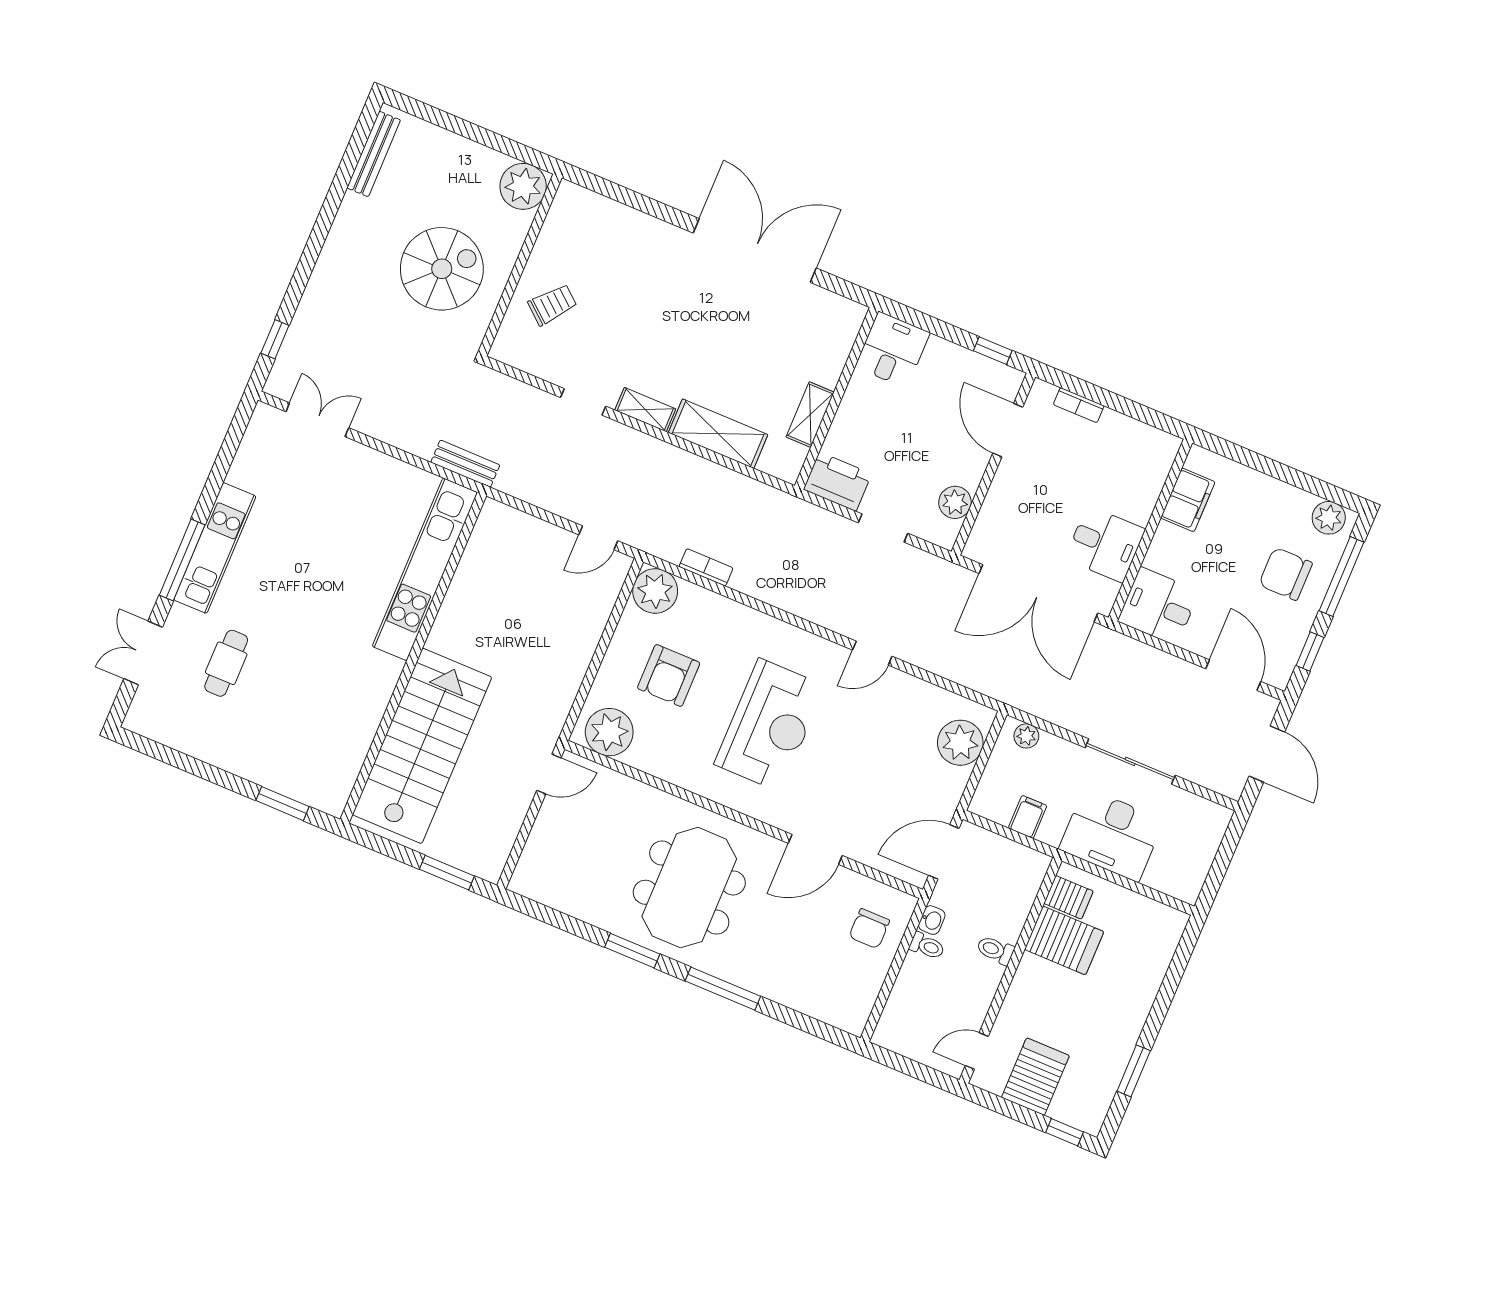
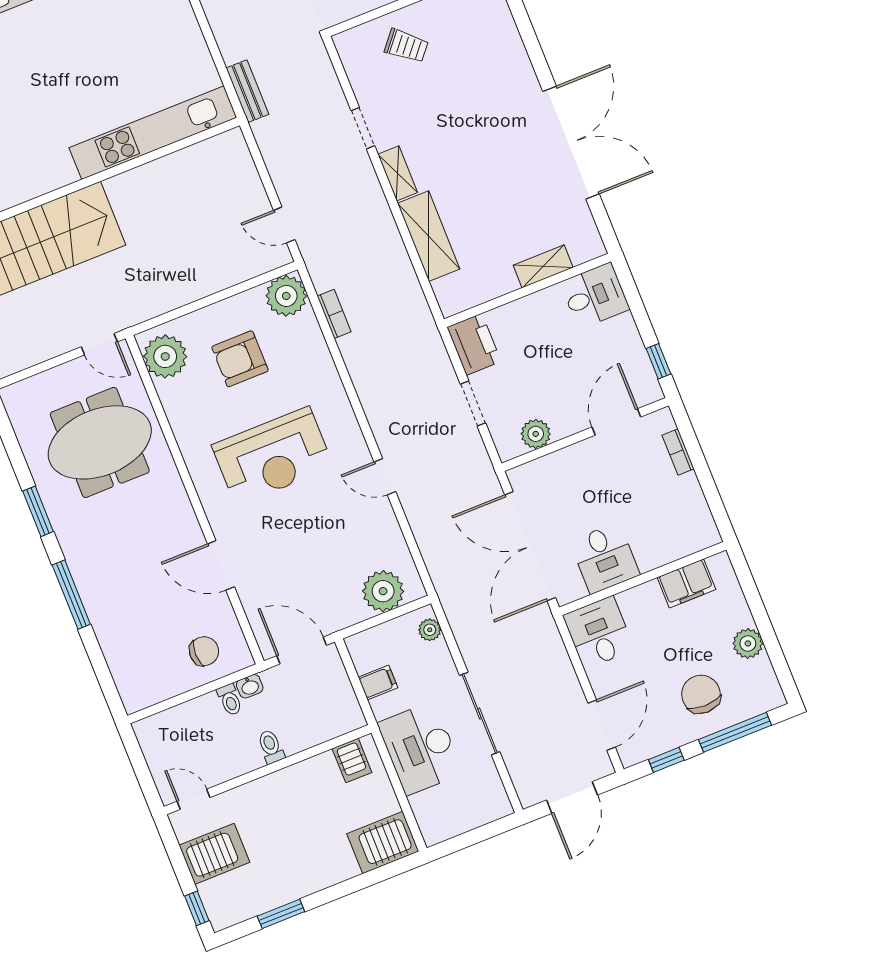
shelving: (810, 415) -> (543, 266), moved
plant: (1329, 518) -> (748, 643), moved
meeting table: (689, 888) -> (100, 442), moved
chair: (869, 929) -> (204, 651), turned 180
server rack: (1064, 940) -> (383, 843), moved, turned 90

